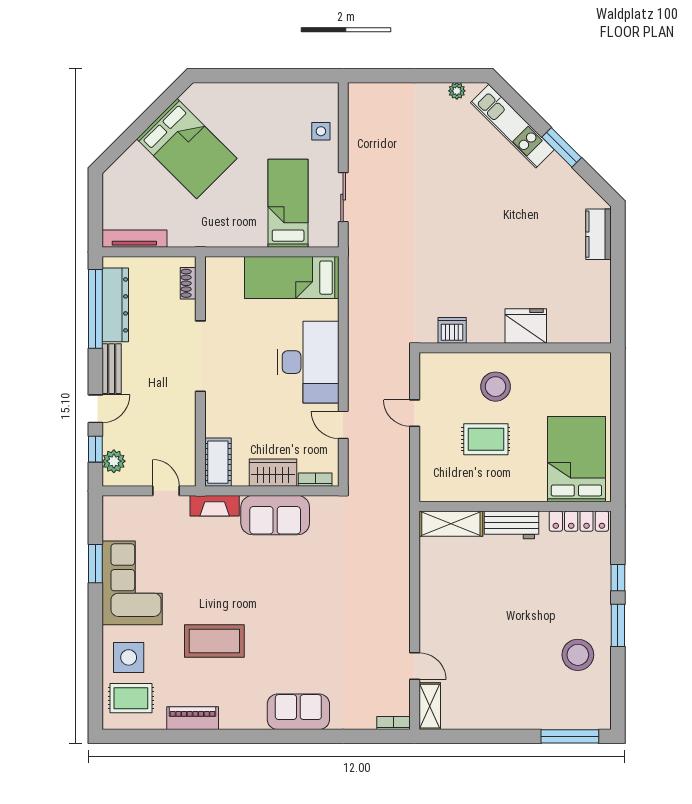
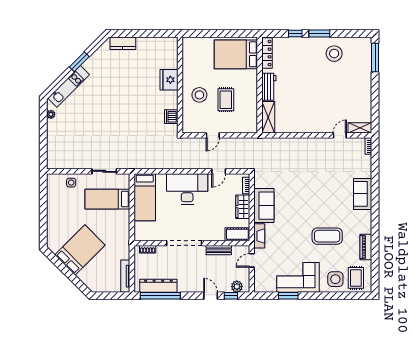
bench: (112, 369) -> (219, 250), moved
coffee table: (214, 641) -> (327, 236), turned 90

